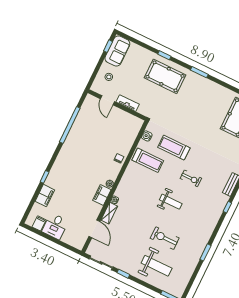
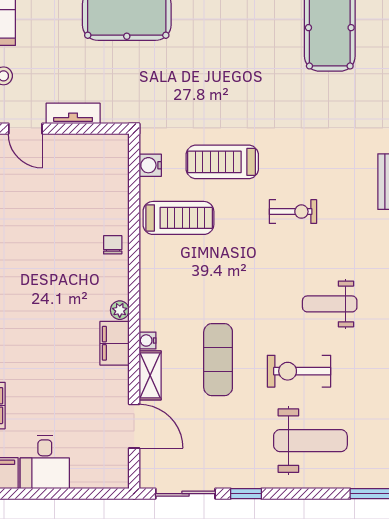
weight bench: (171, 202) -> (330, 304), moved, turned 180
exercise mat: (137, 219) -> (218, 360), added

